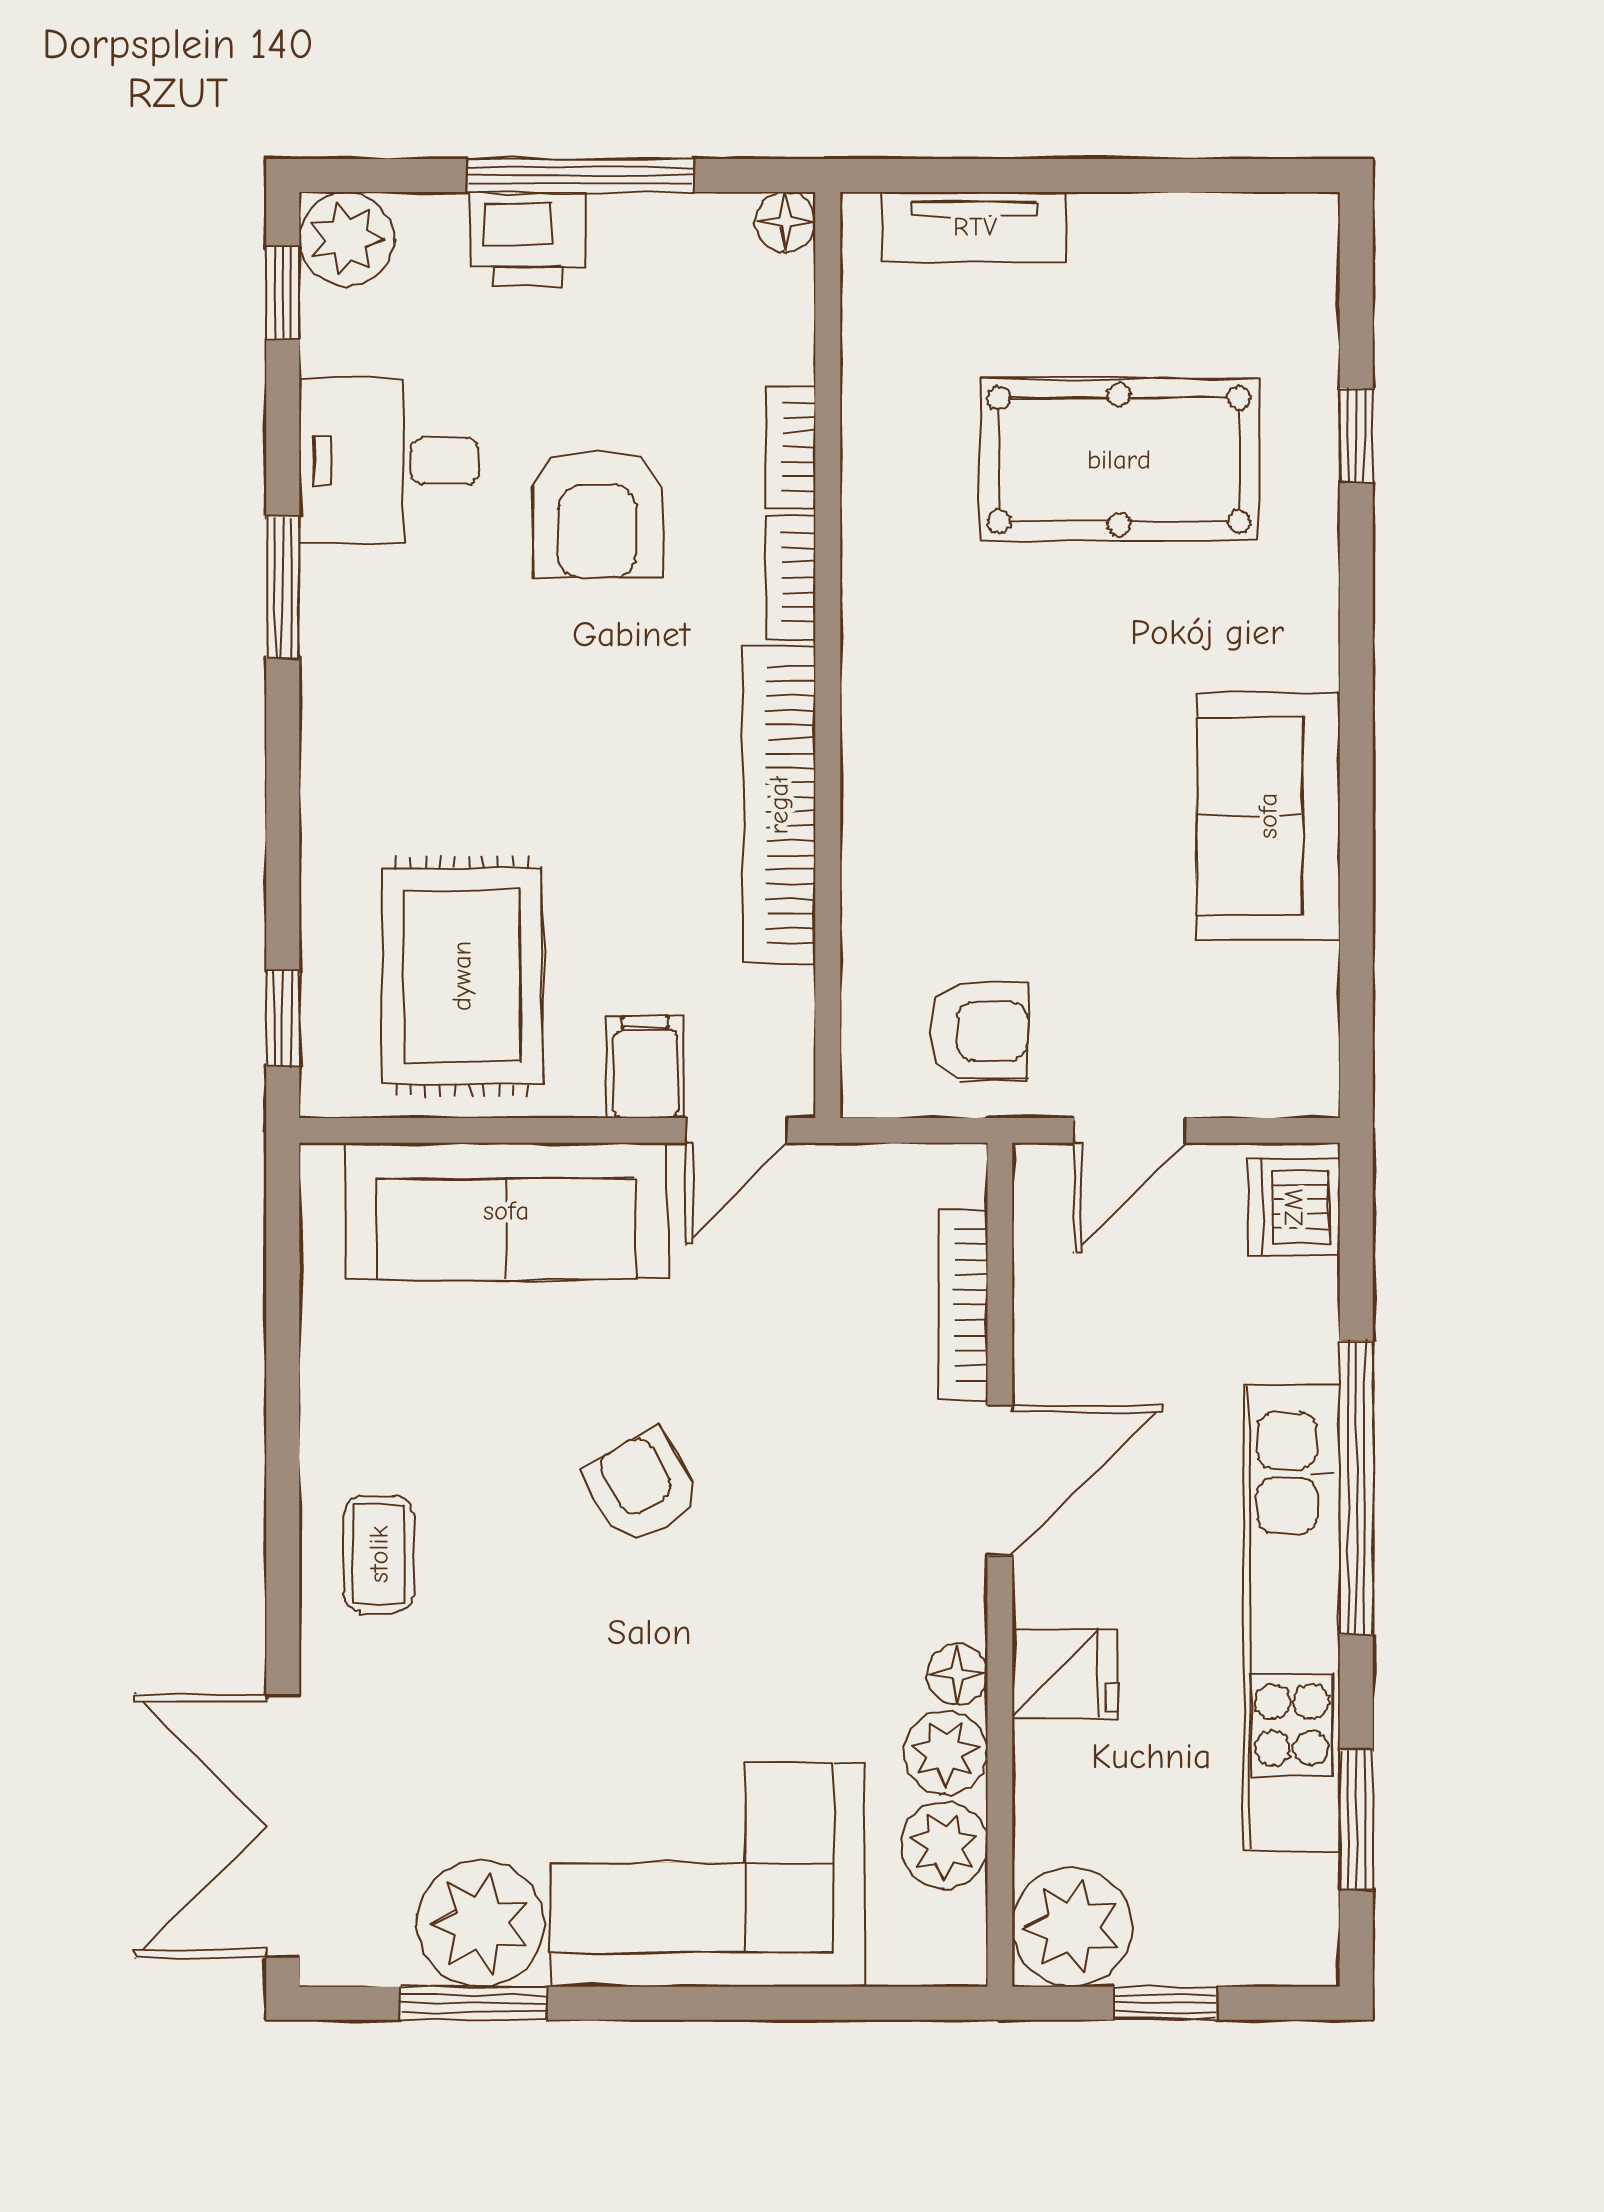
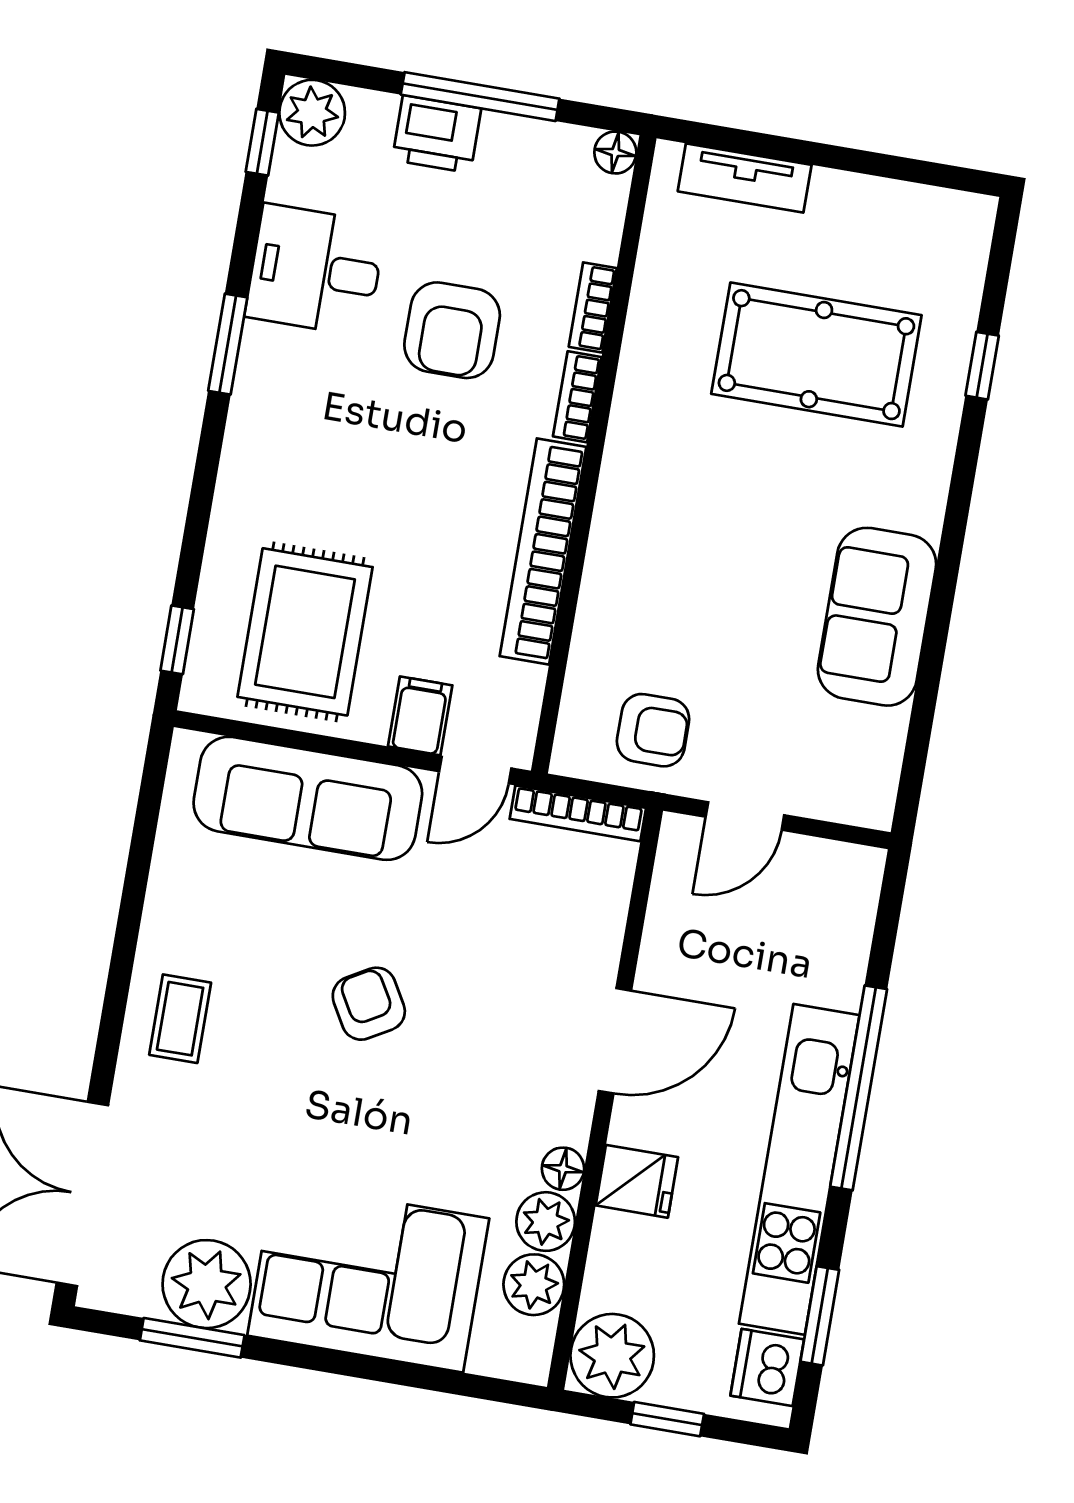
dishwasher: (1294, 1207) -> (767, 1367), moved
bookcase: (963, 1305) -> (578, 813), moved, turned -90

